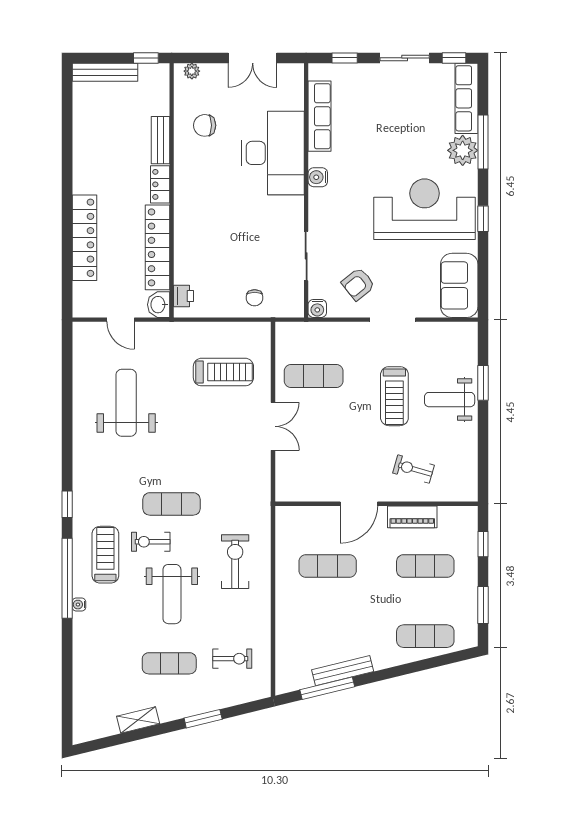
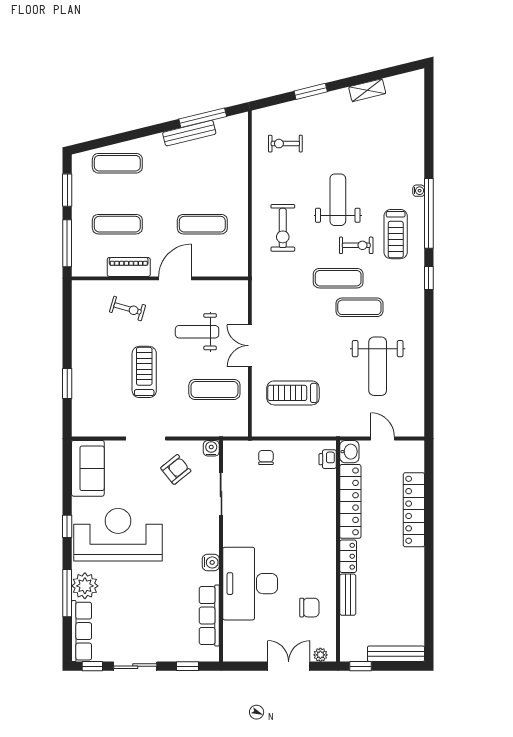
double door: (253, 58) -> (289, 666), moved
reception desk: (425, 209) -> (118, 535), turned 180
weight bench: (450, 400) -> (197, 332), moved, turned 180
window: (483, 544) -> (67, 243), width x2.17
exercise mat: (169, 663) -> (359, 307), moved

